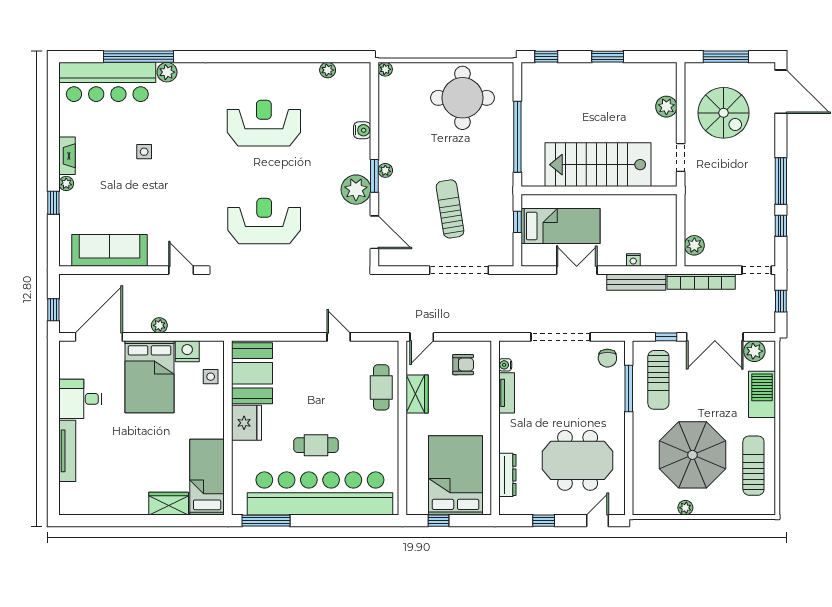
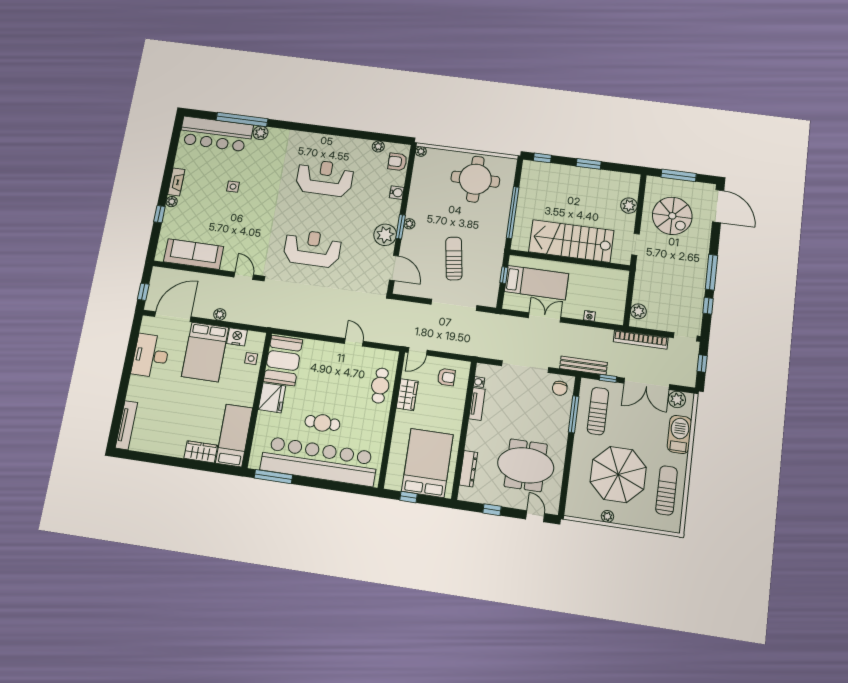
armchair: (356, 88) -> (397, 162), added
bench: (636, 282) -> (583, 366), moved
sun lounger: (658, 380) -> (598, 411), turned 180
desk: (80, 399) -> (151, 356), width x1.37
tv unit: (67, 451) -> (126, 425), moved
door: (597, 521) -> (535, 516), hinge flipped

